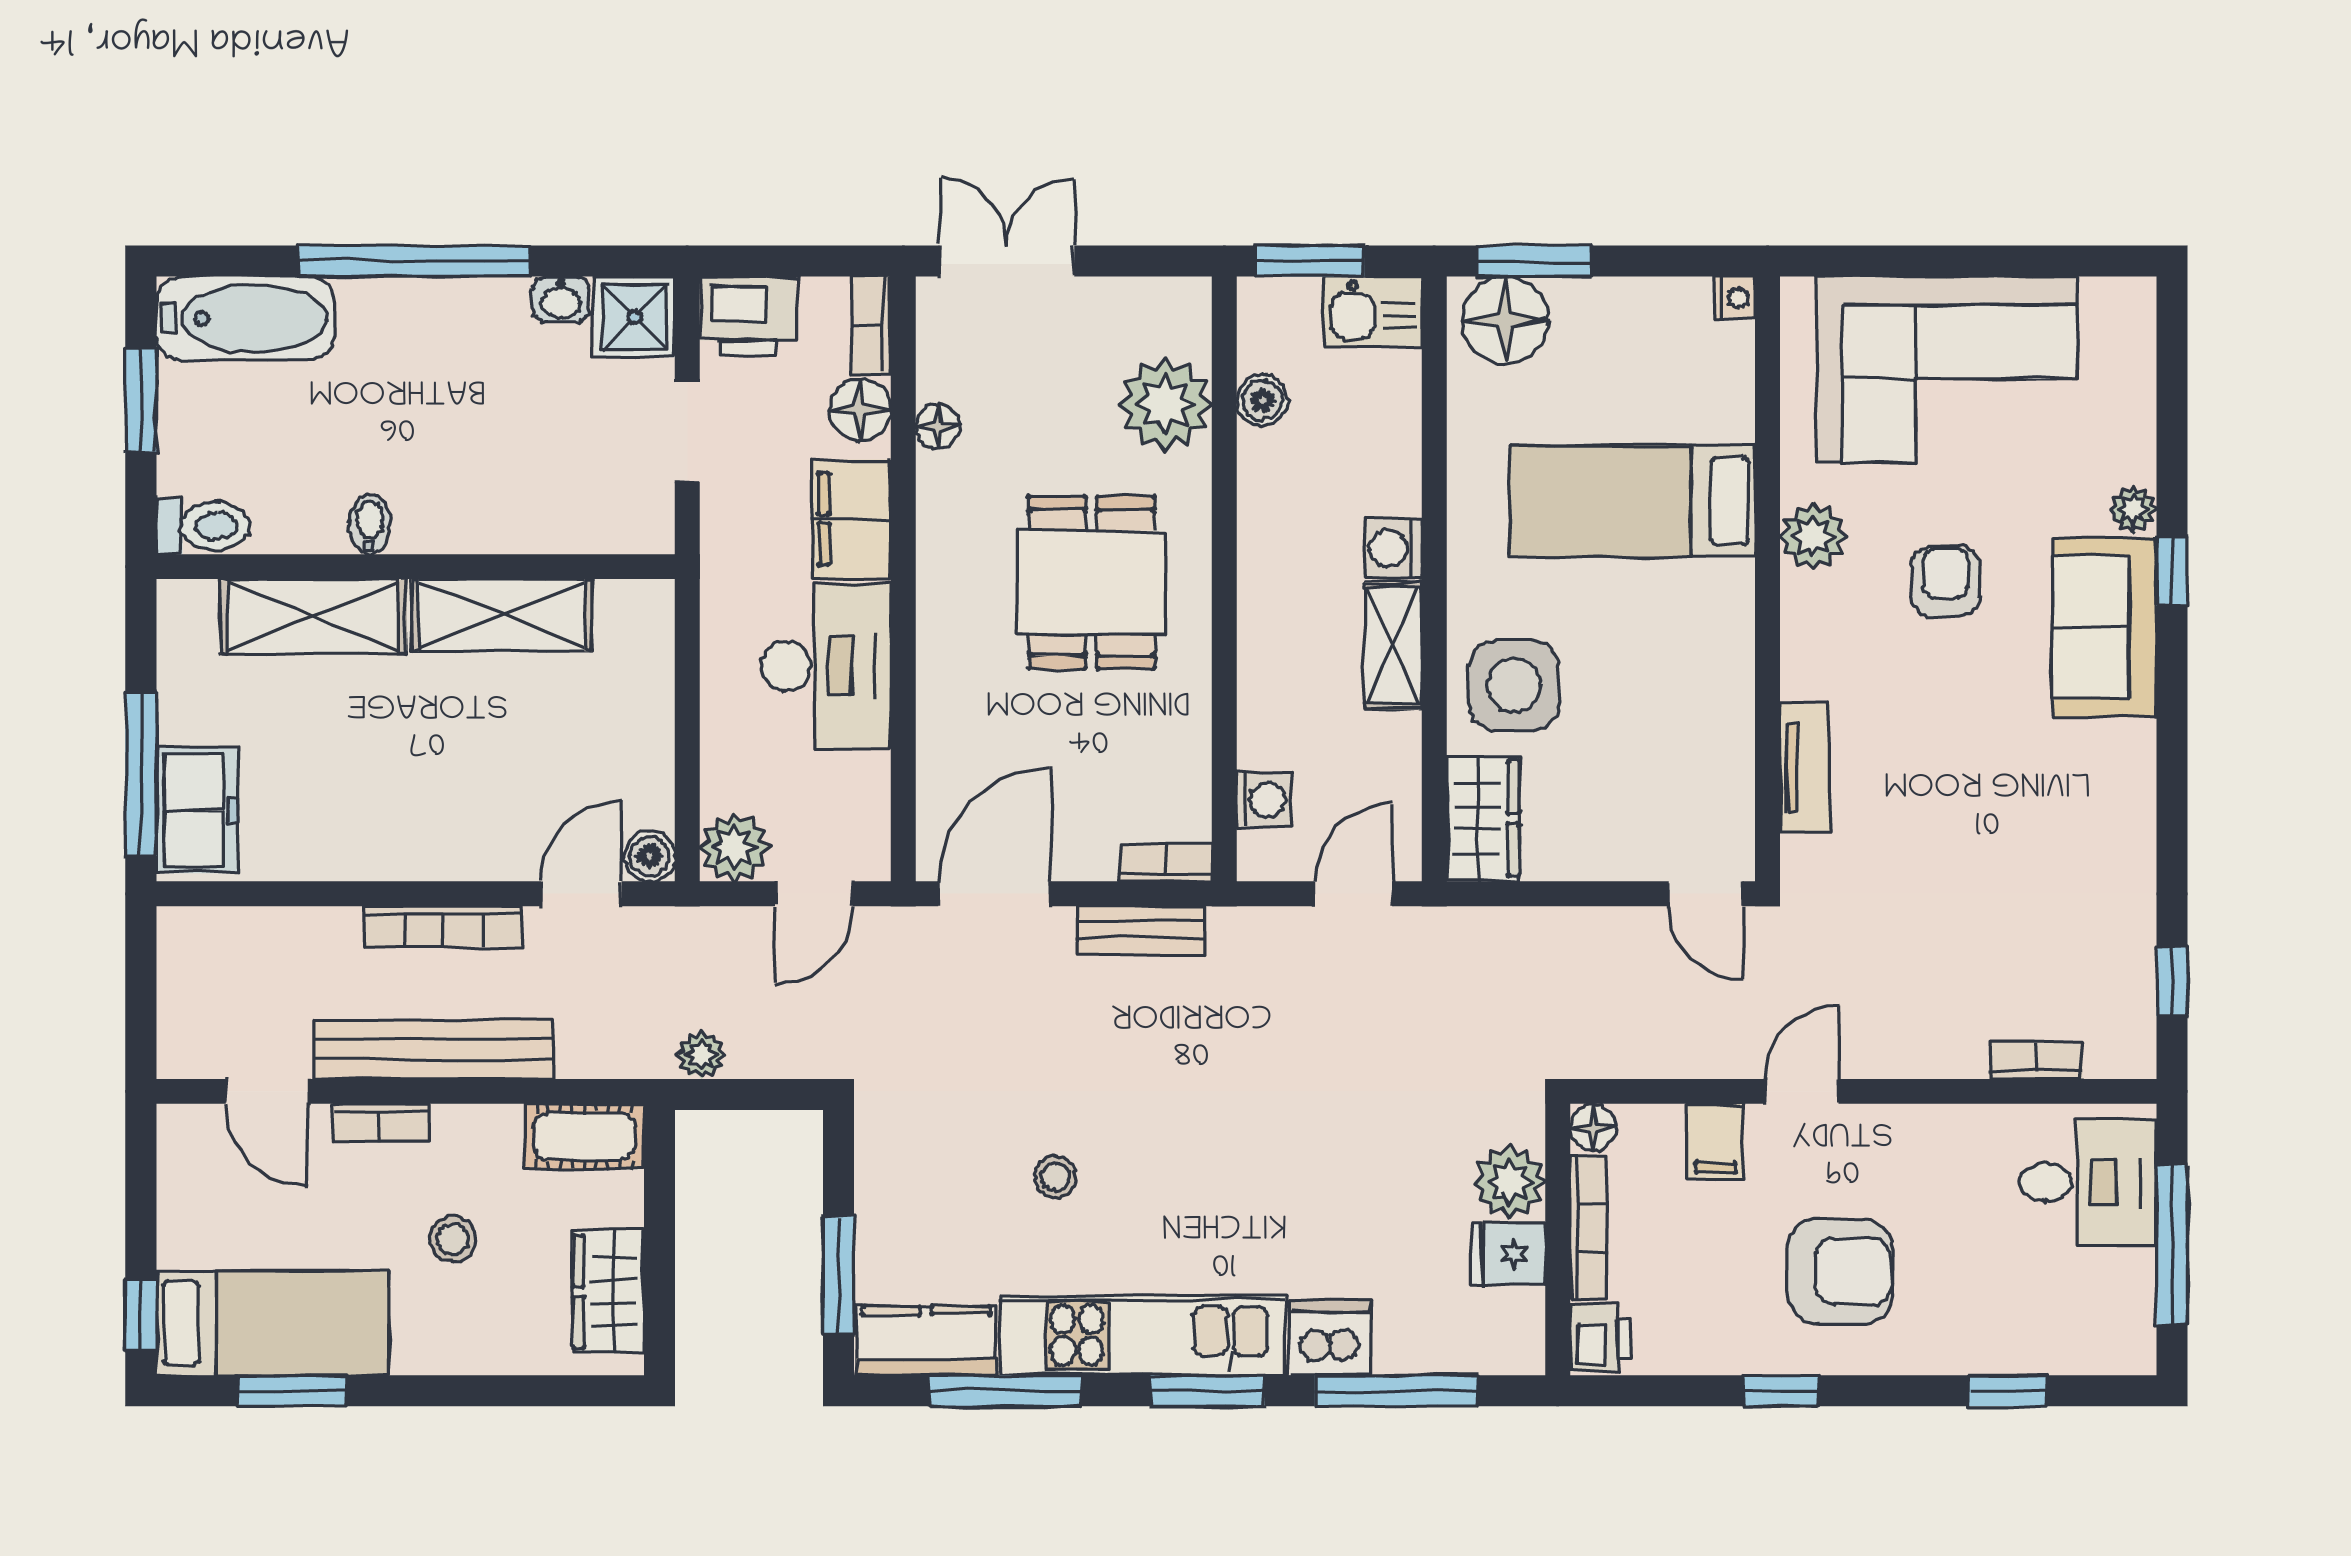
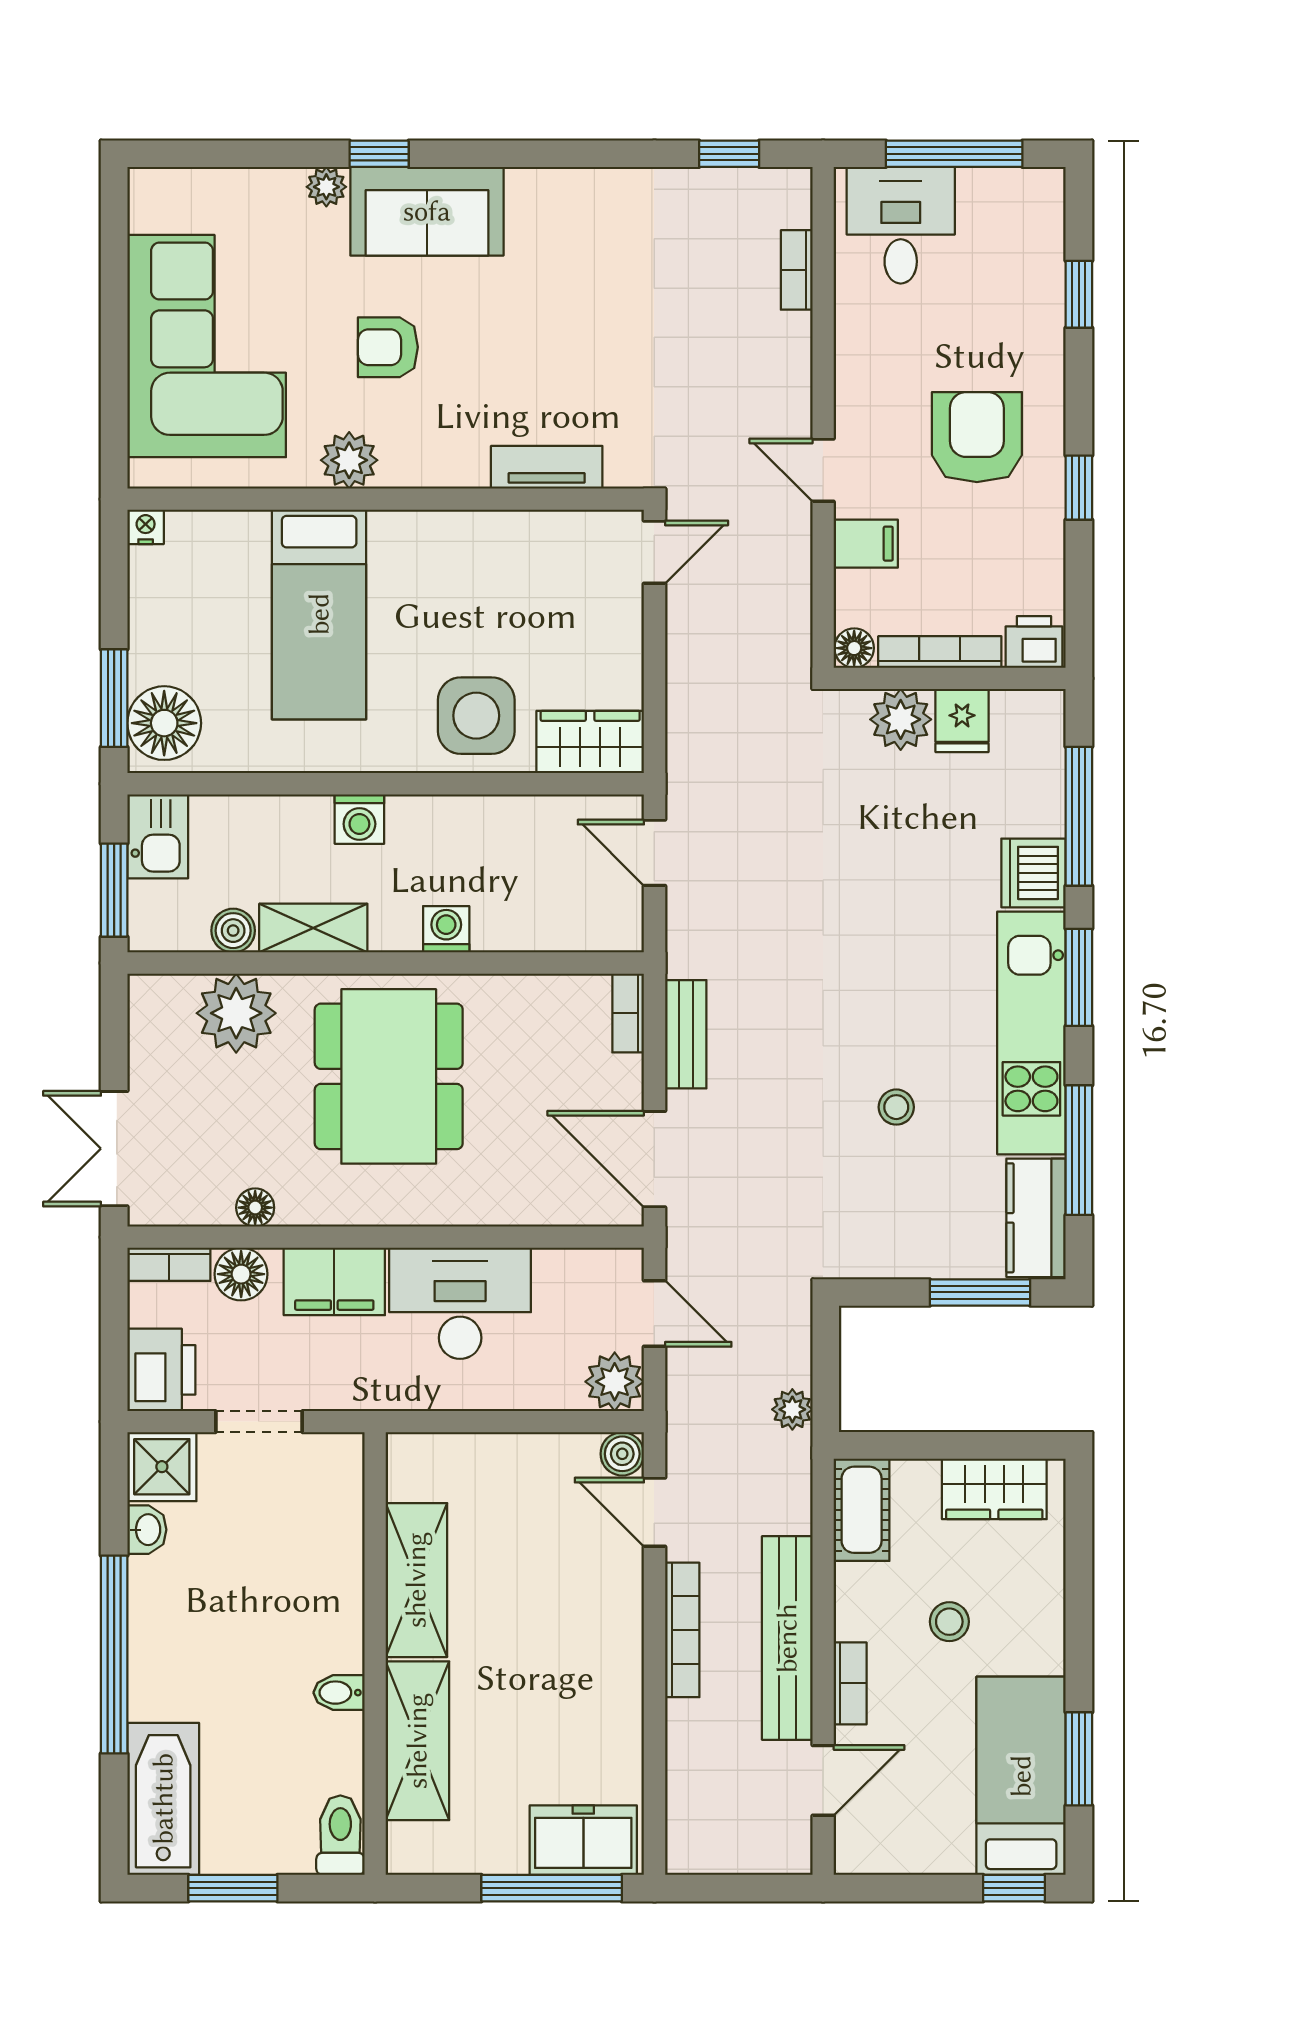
dining table: (1091, 583) -> (389, 1076), width x1.37
shelving: (1393, 646) -> (313, 928), moved
washing machine: (1264, 800) -> (446, 929), moved

